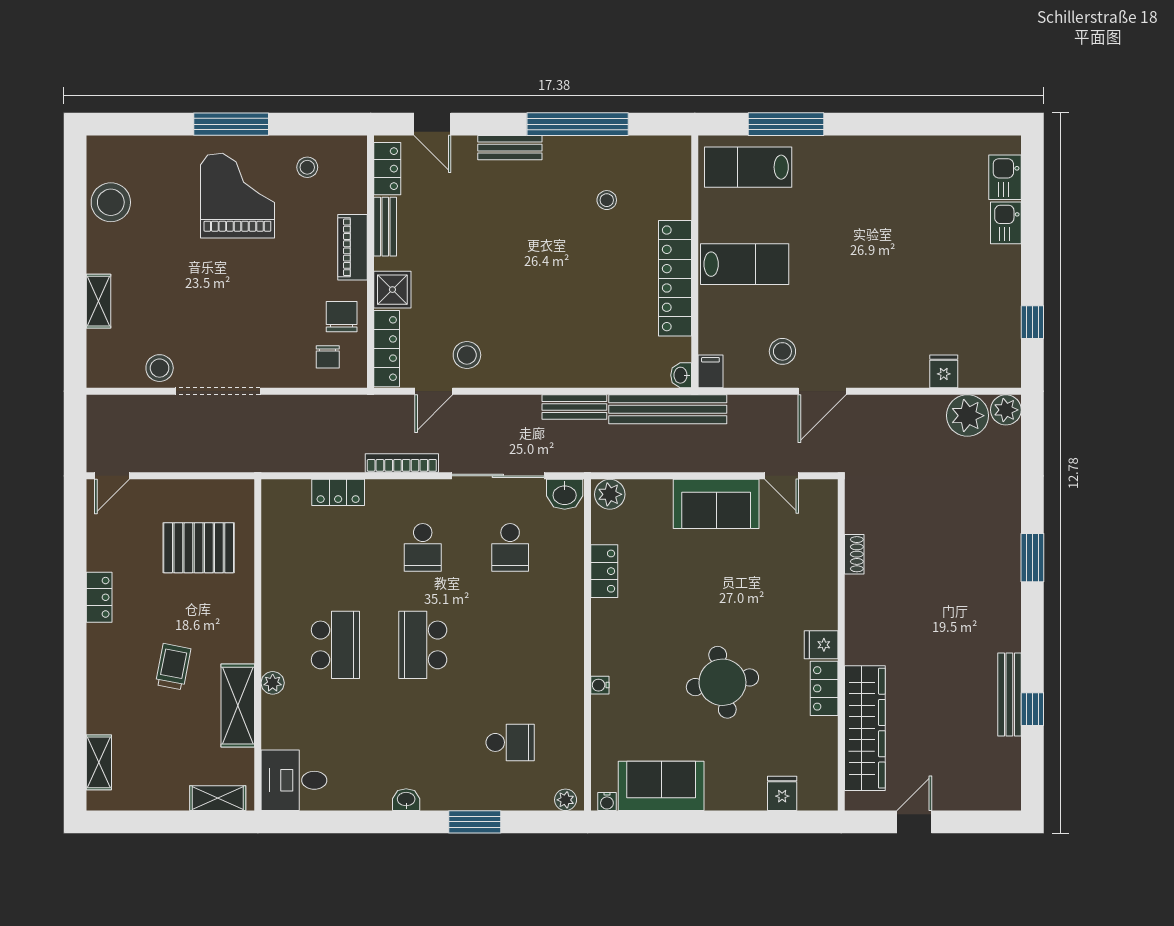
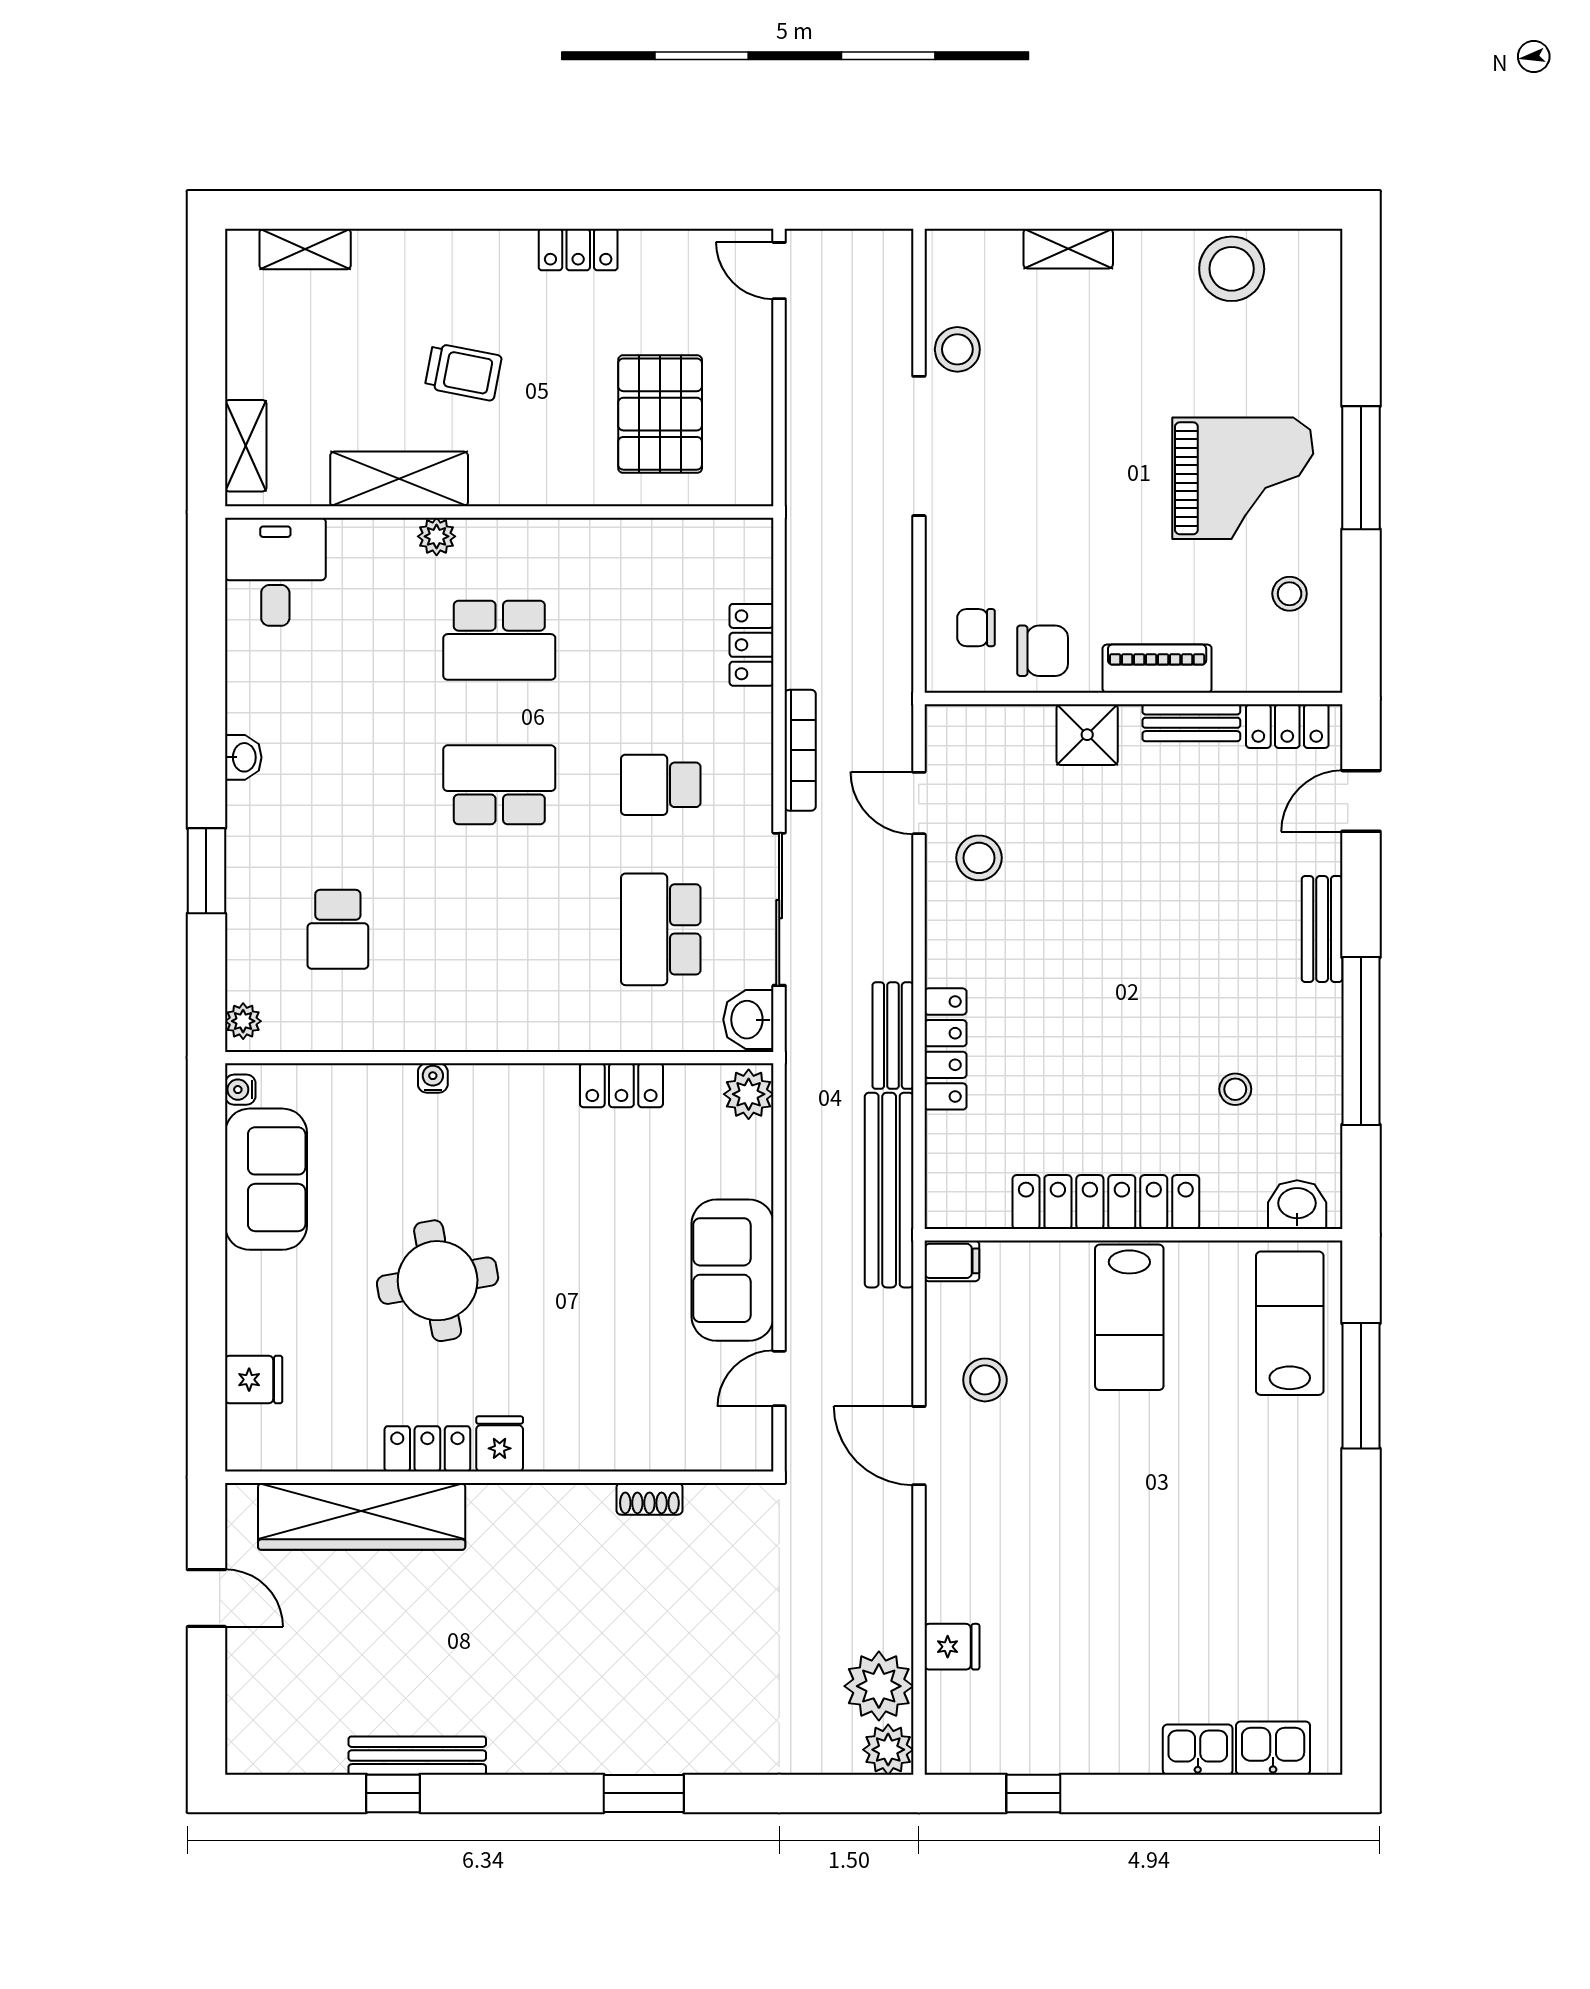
locker: (387, 349) -> (946, 1049), moved, turned -90
washbasin: (681, 375) -> (1297, 1205), moved, width x1.38, depth x1.45
school desk: (510, 547) -> (661, 929), width x1.85

